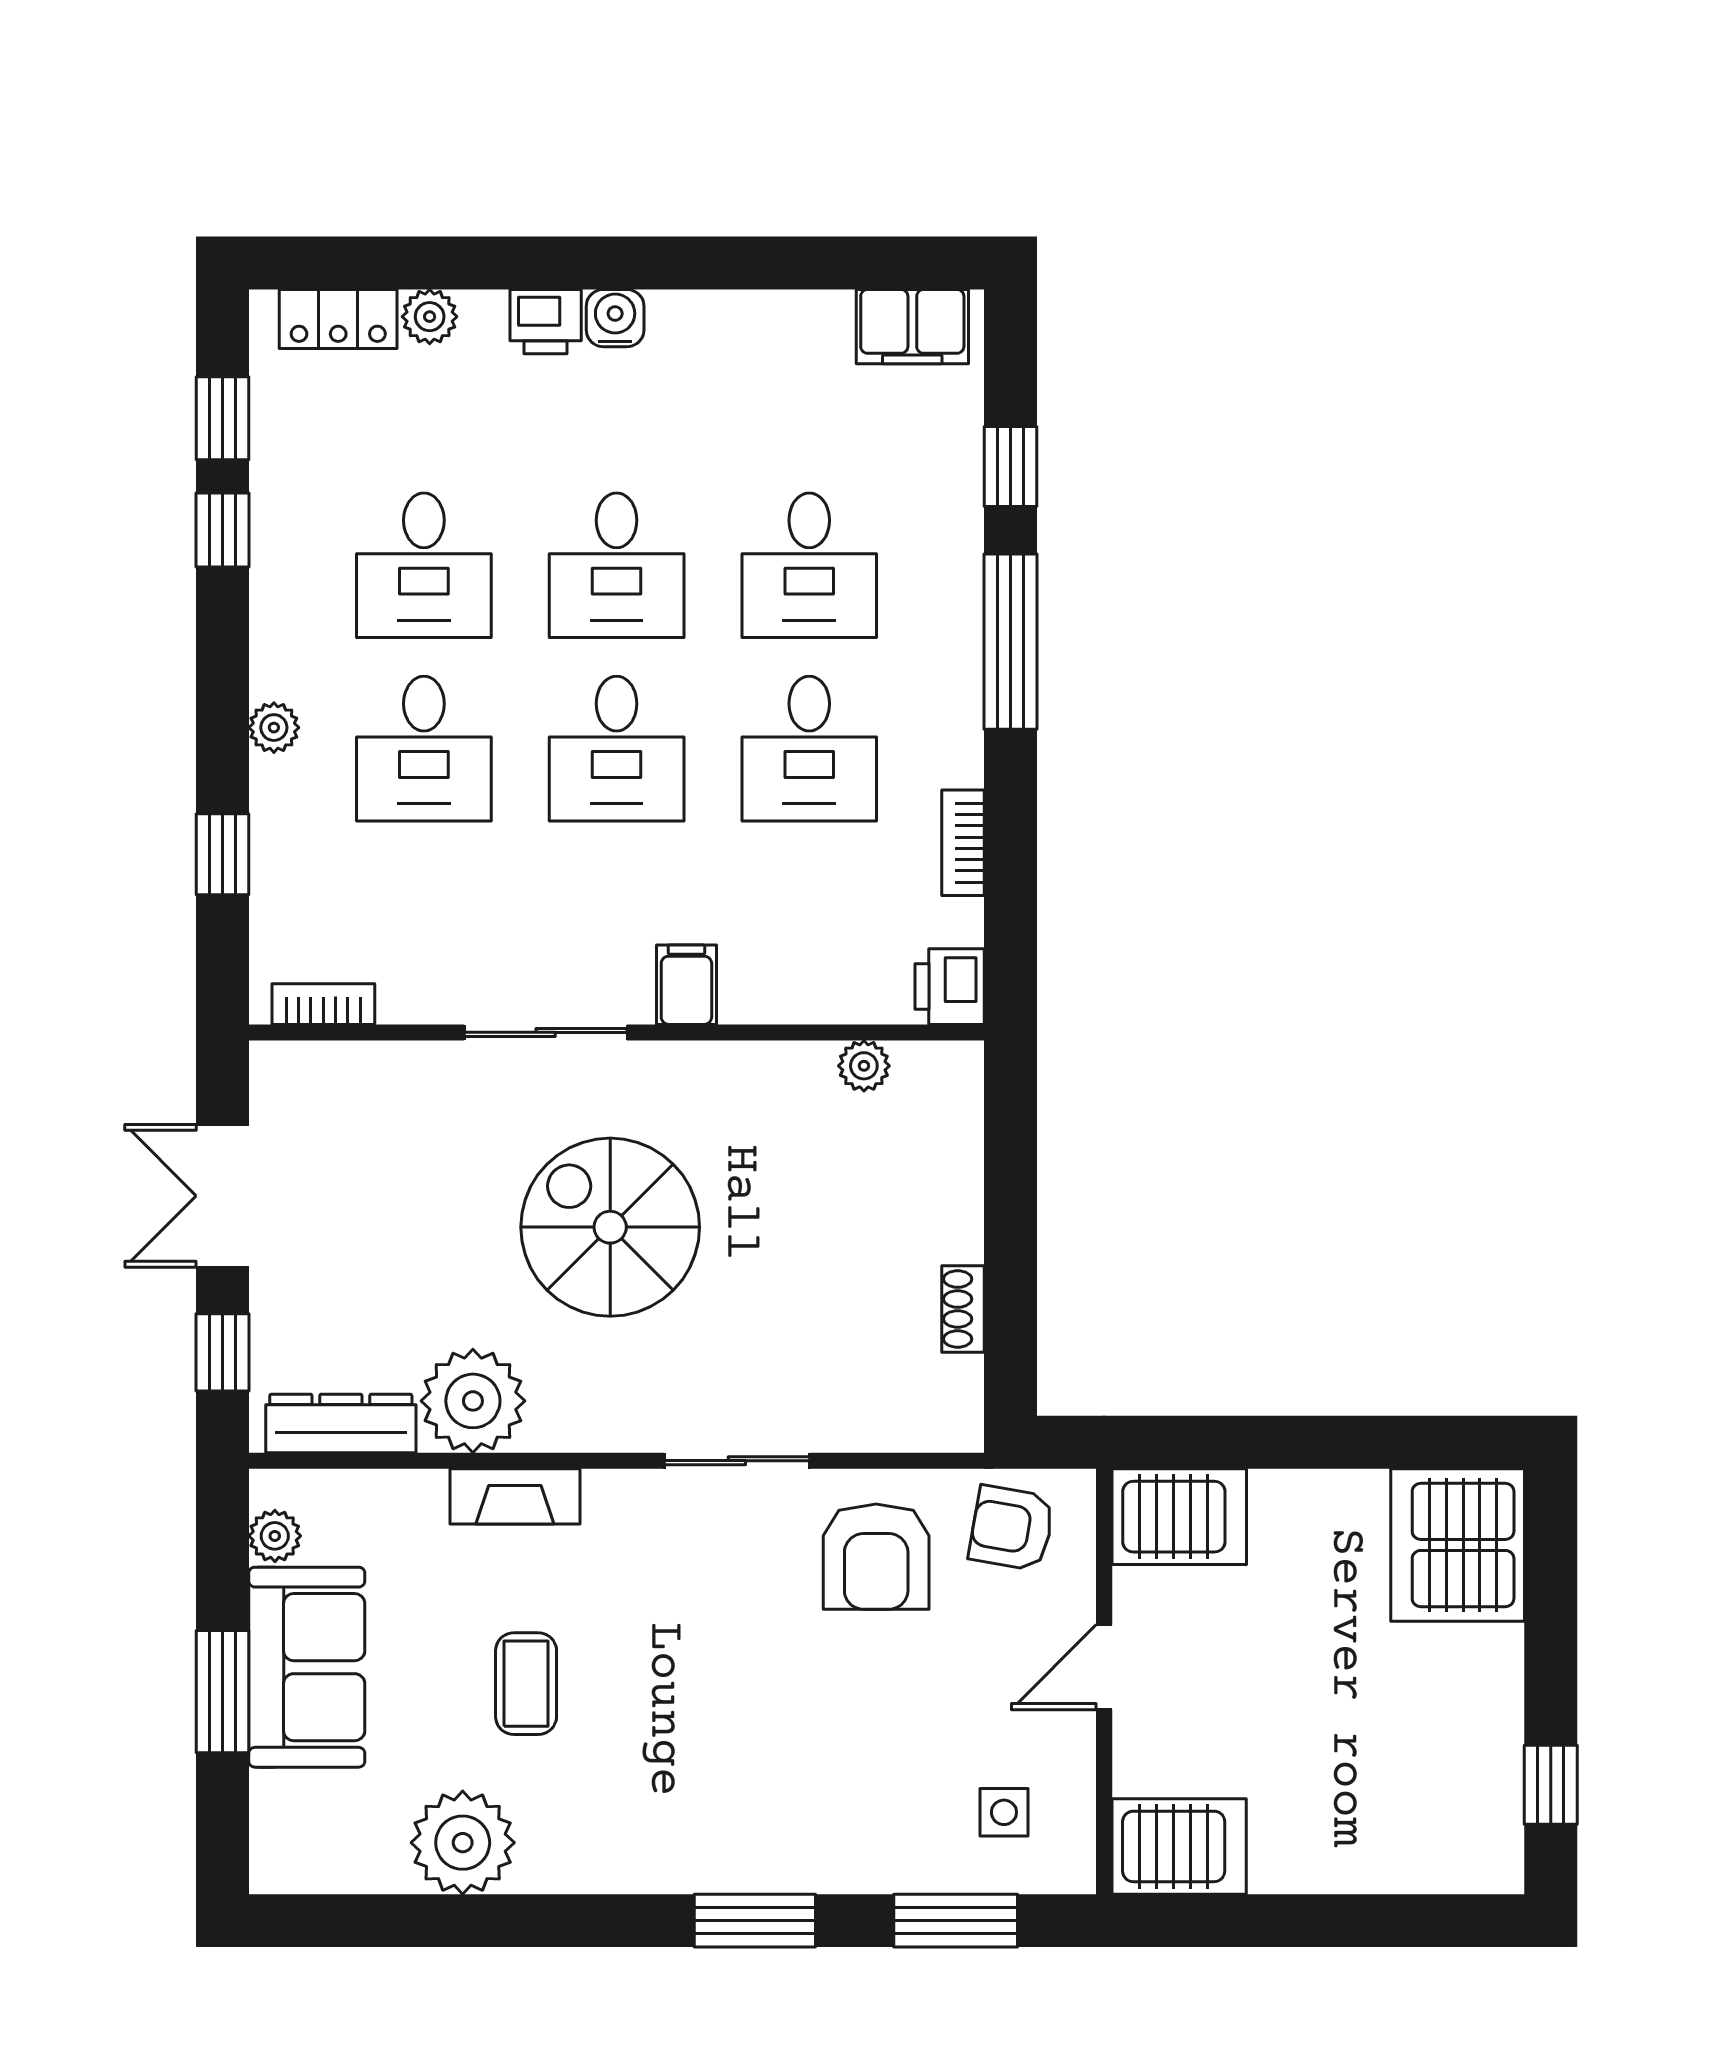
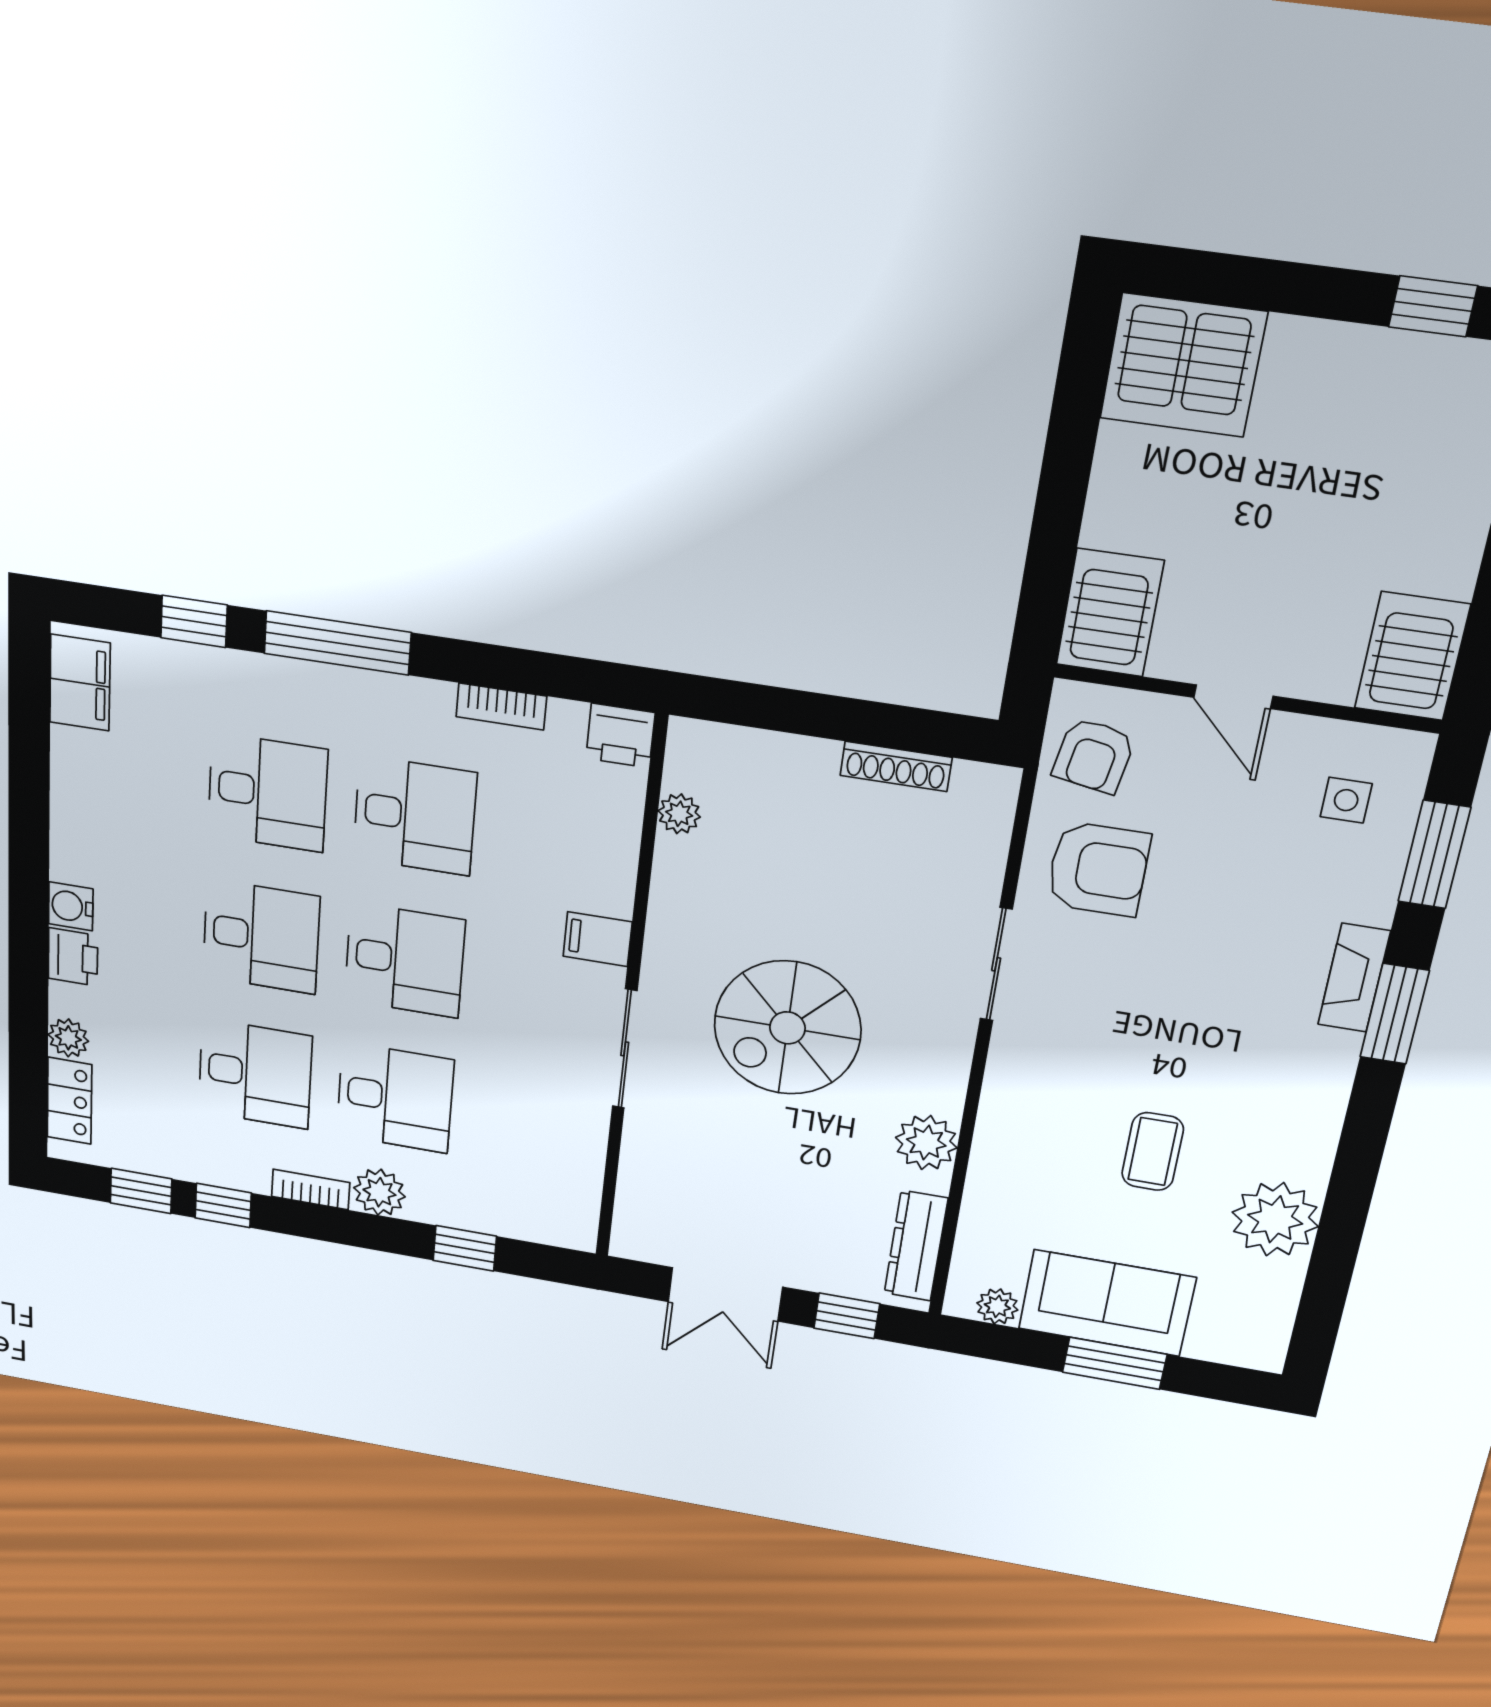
plant: (274, 728) -> (379, 1192), width x1.38, depth x1.38
bookcase: (323, 1004) -> (311, 1190), moved, turned 90
shoe rack: (963, 1309) -> (896, 766), width x1.43
plant: (473, 1401) -> (926, 1143), width x0.73, depth x0.73
fireplace: (515, 1496) -> (1354, 978), moved, turned 180
coffee table: (526, 1684) -> (1153, 1152), turned 90

